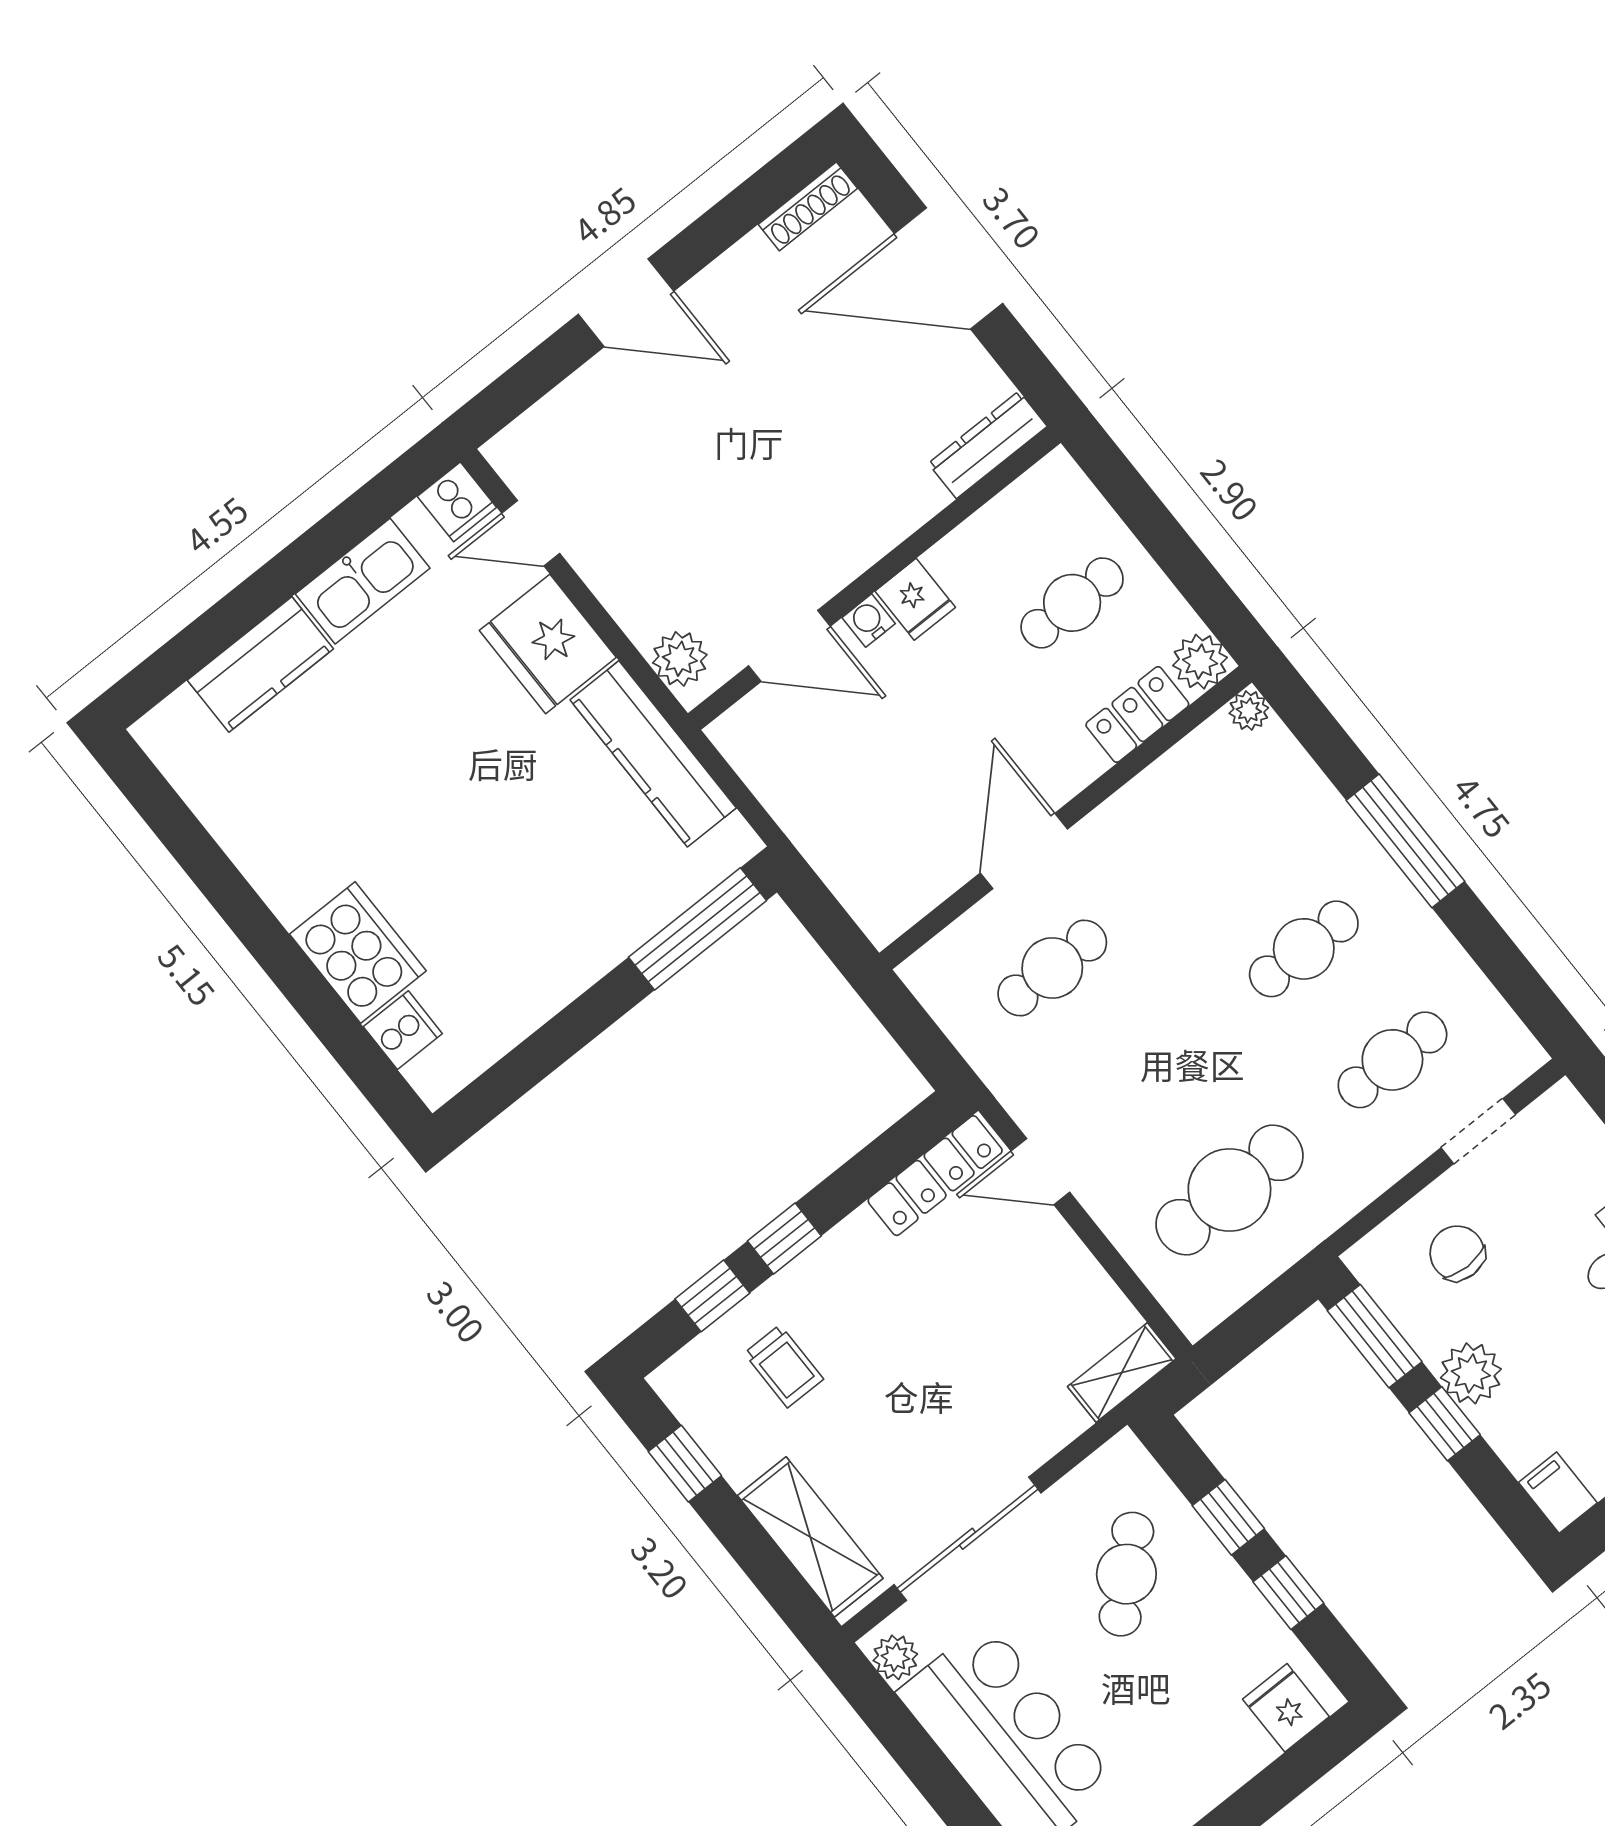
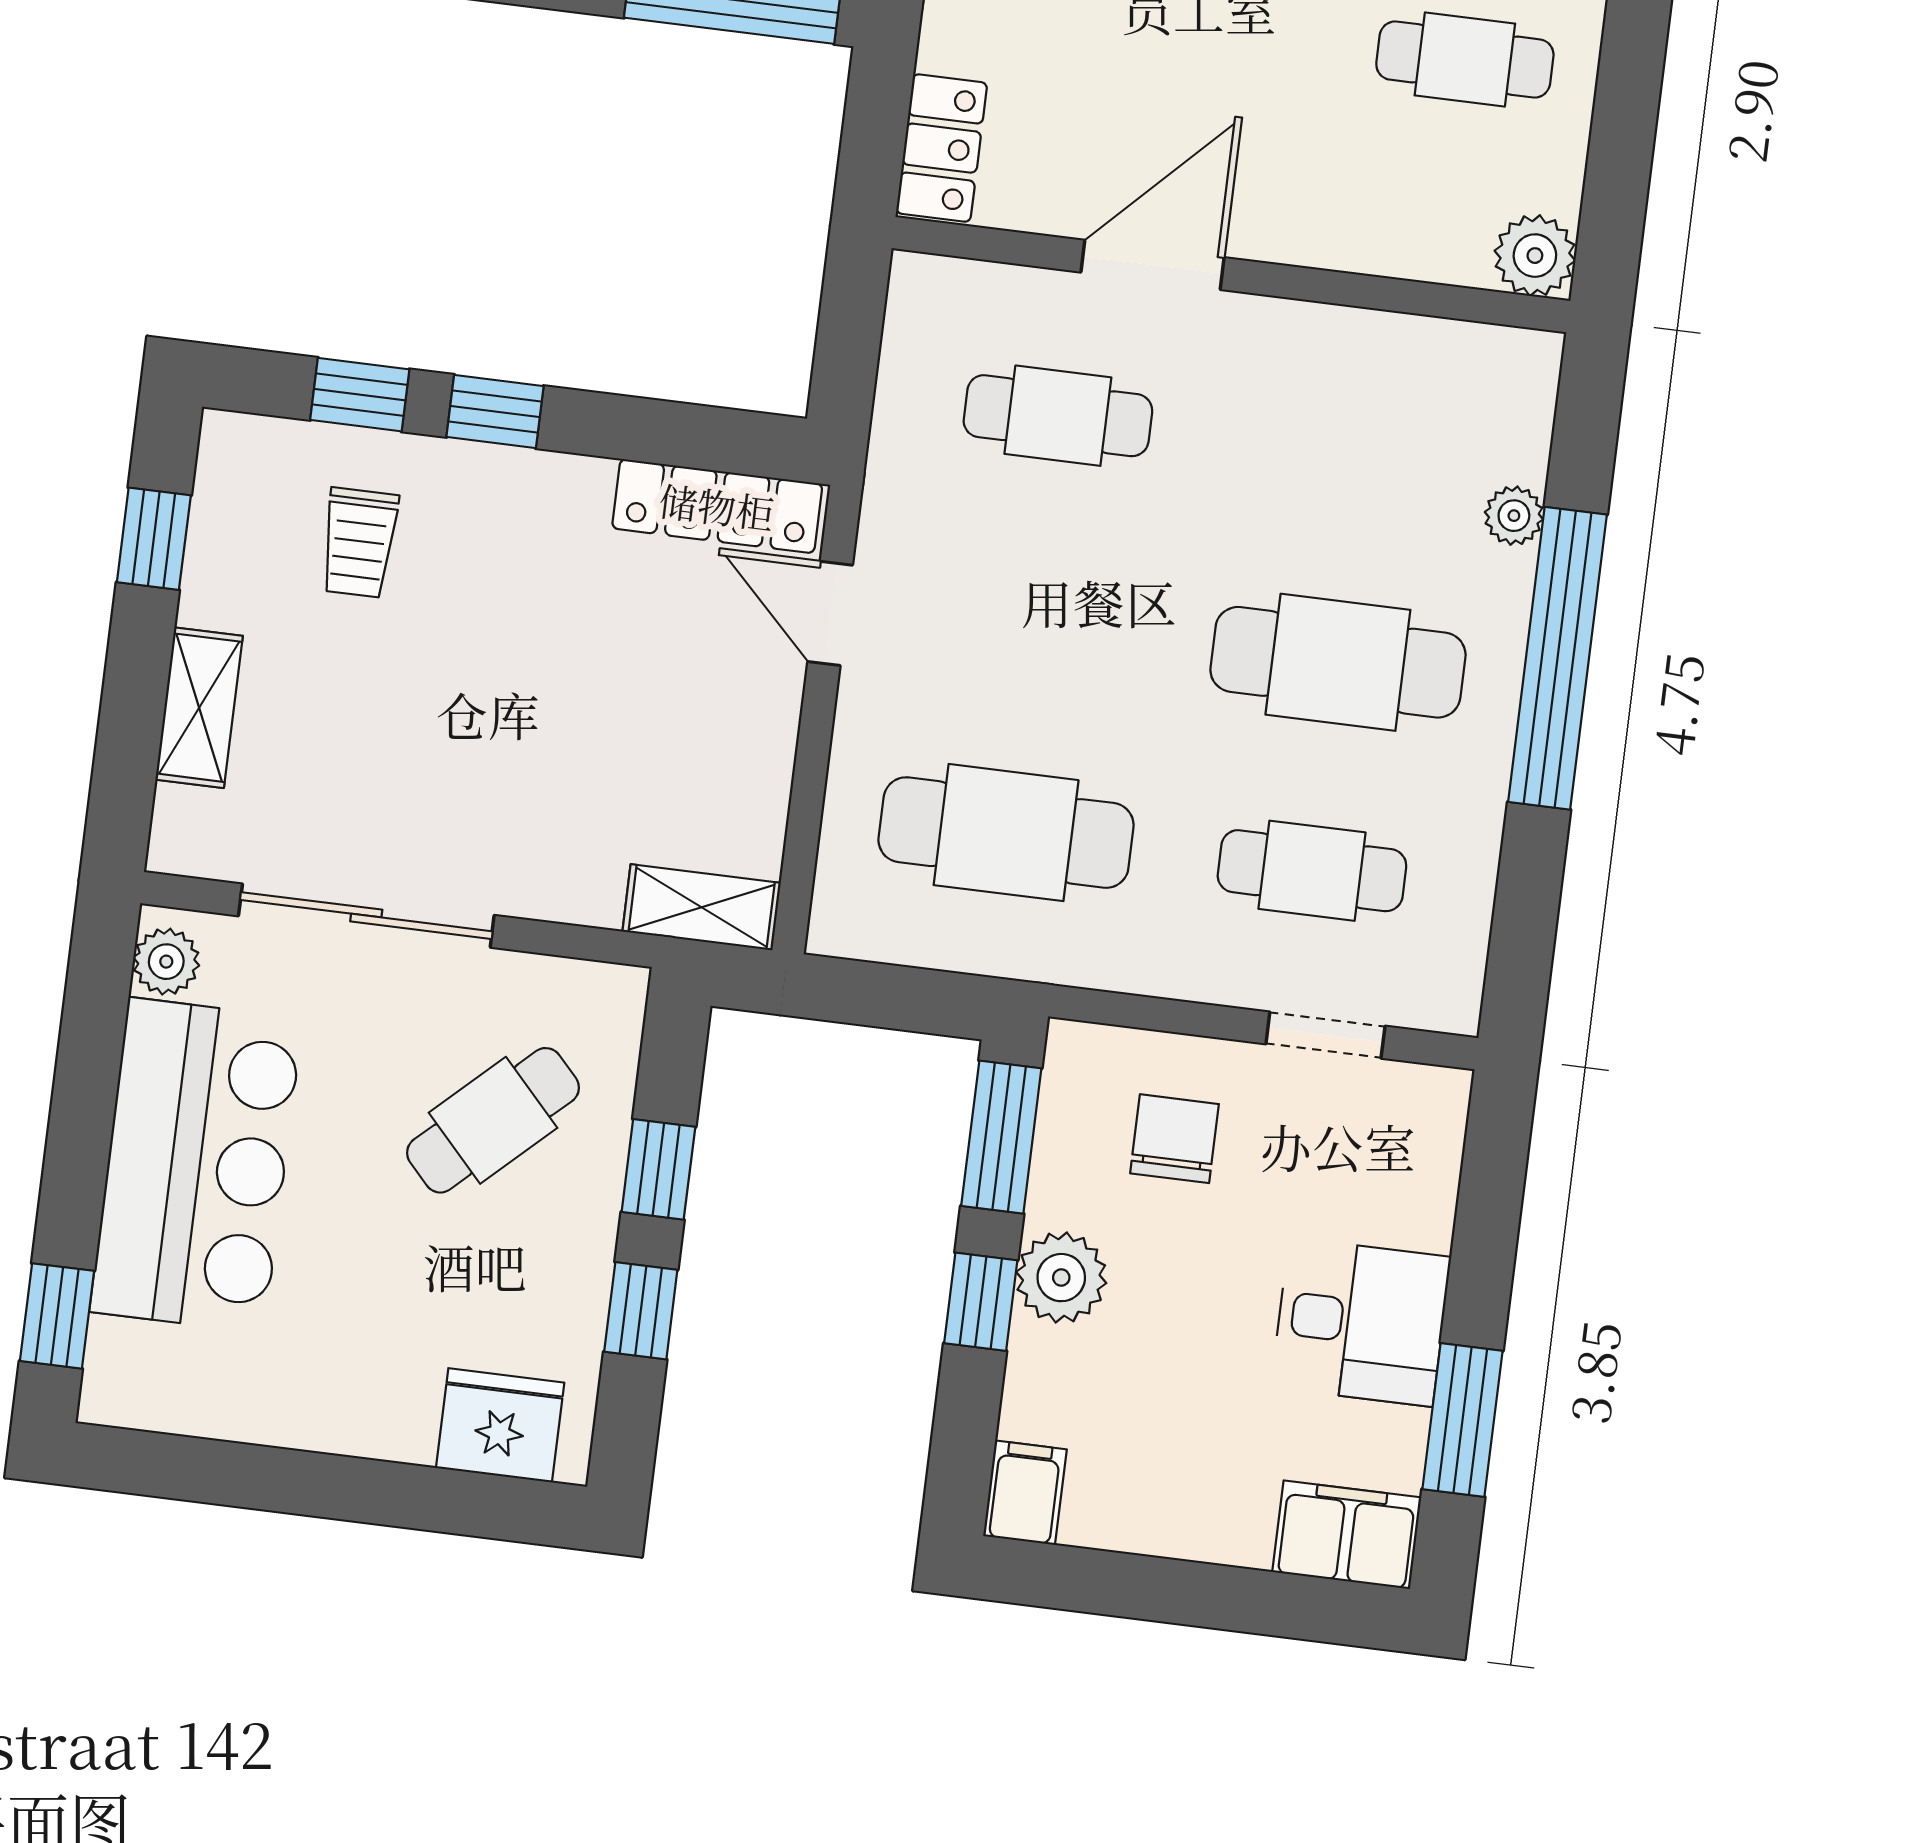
plant: (1249, 711) -> (1514, 516), moved
locker: (1137, 715) -> (942, 148), moved, turned 90
window: (1406, 841) -> (1557, 658), width x1.46
cafe table: (1304, 949) -> (1338, 662), width x1.37, depth x1.35
shelving: (810, 1537) -> (199, 708), width x0.67, depth x0.75
fridge: (1286, 1708) -> (500, 1425), width x1.38

